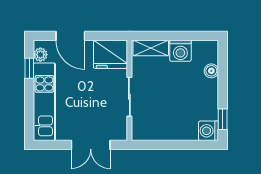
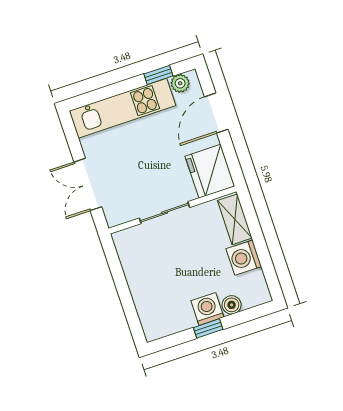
window: (223, 119) -> (208, 328), moved
washing machine: (208, 131) -> (207, 309), moved

